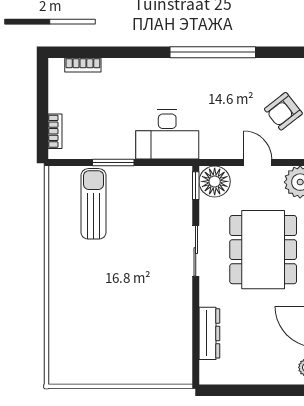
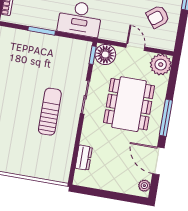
sun lounger: (94, 204) -> (50, 112), moved
dresser: (209, 333) -> (84, 158), width x0.70

